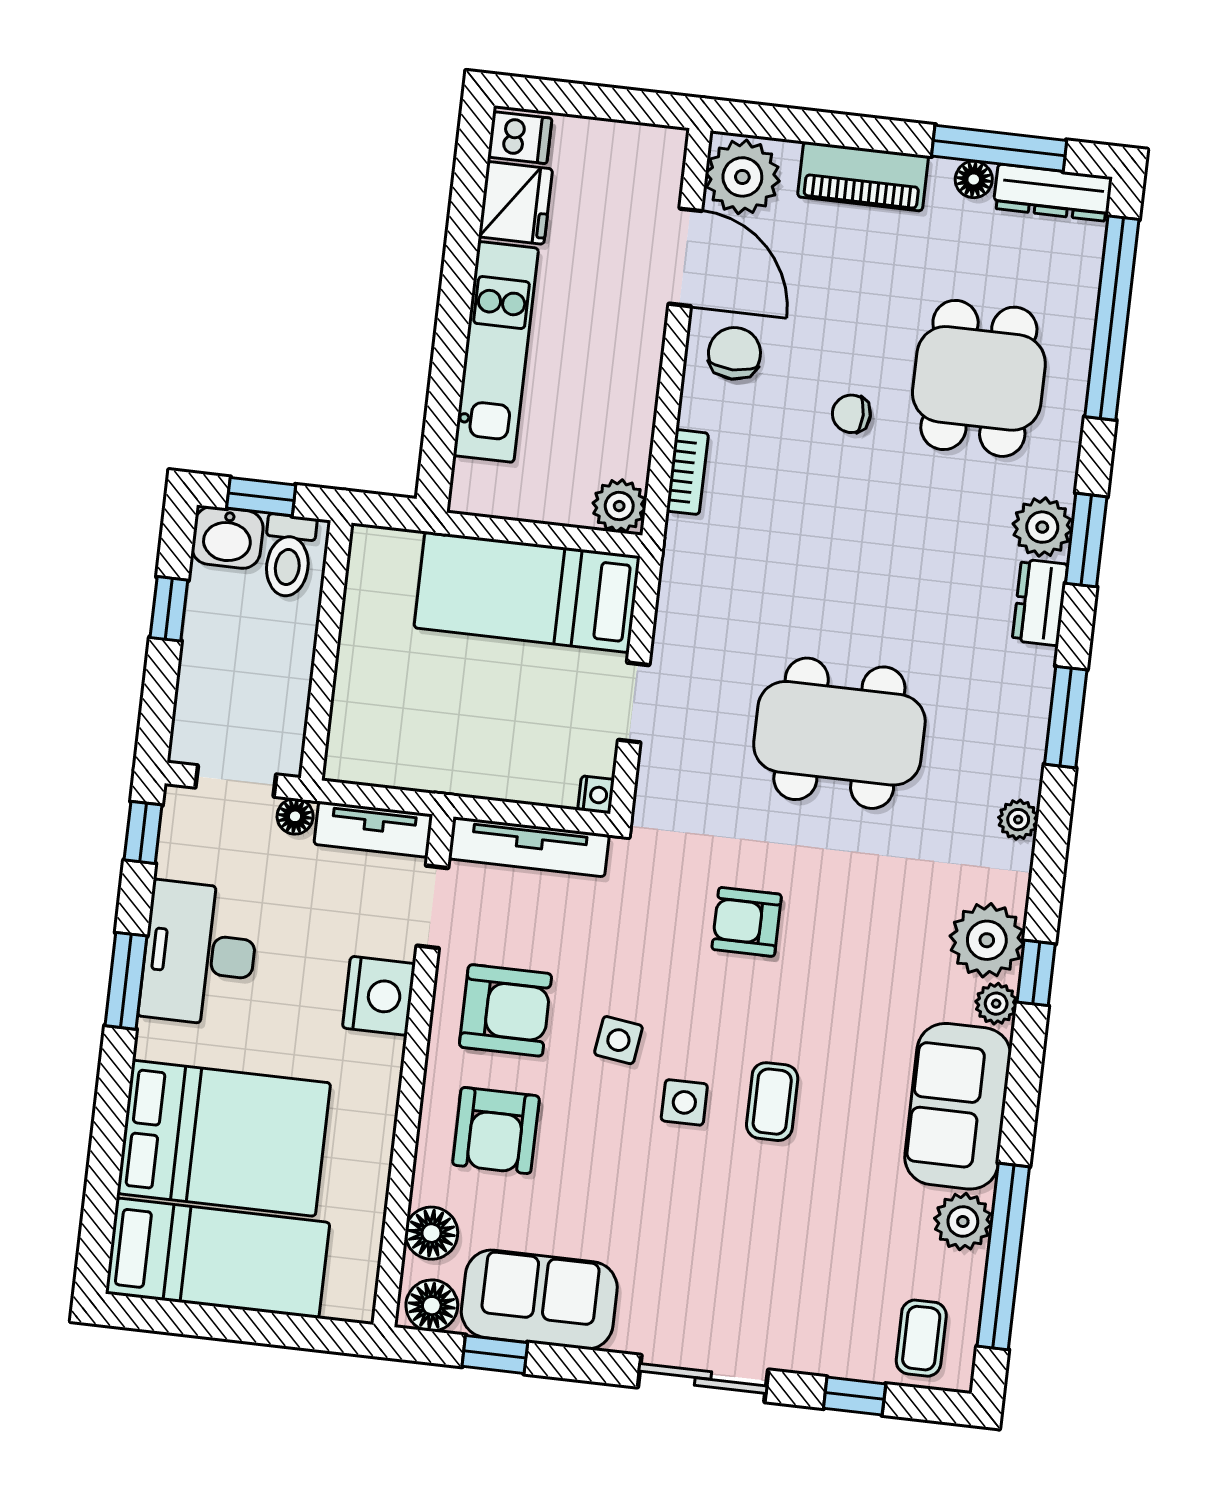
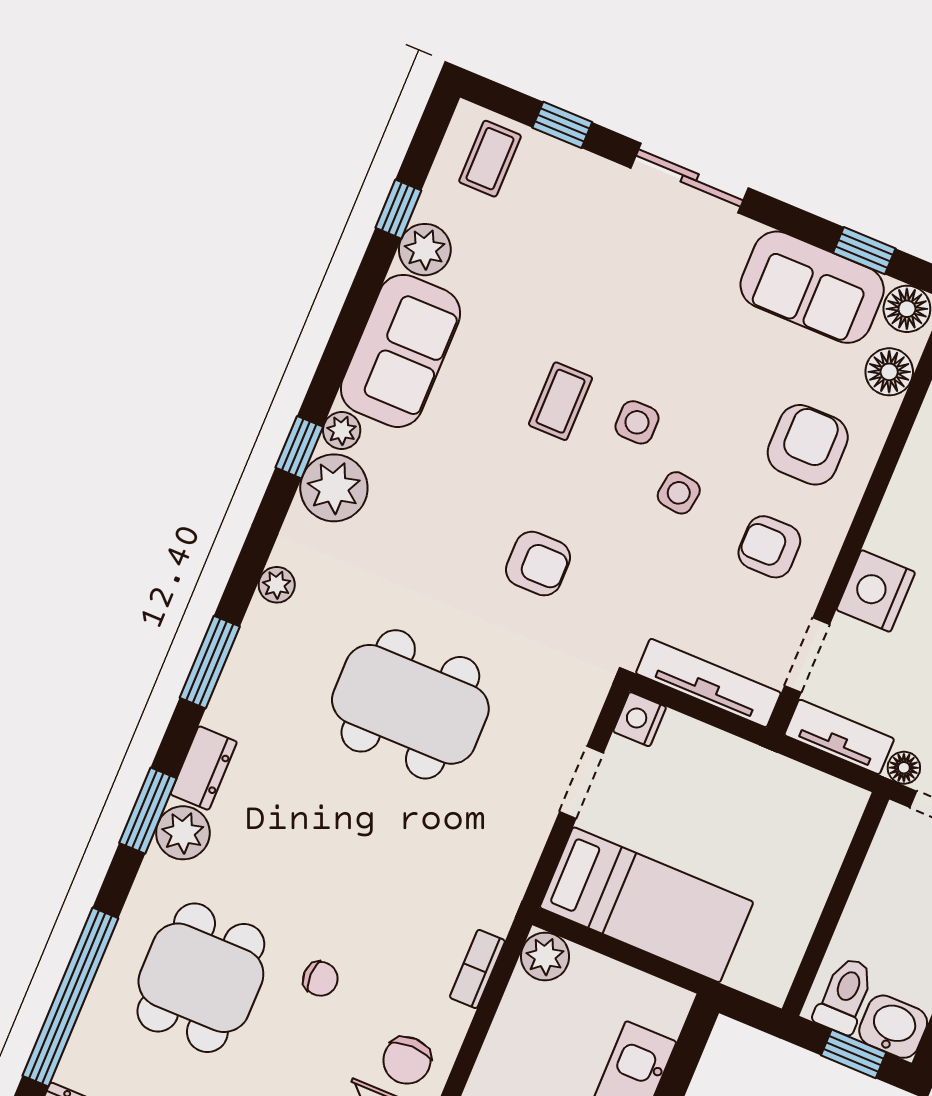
nightstand: (596, 795) -> (640, 719), width x1.39, depth x1.35
armchair: (505, 1010) -> (769, 547), width x0.72, depth x0.72
window: (1003, 1256) -> (398, 209), width x0.32

